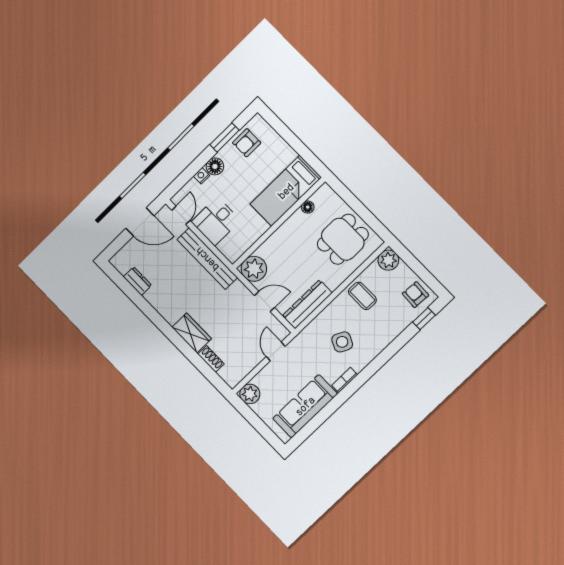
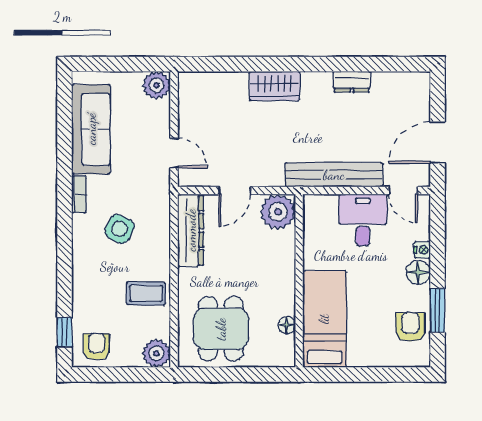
dresser: (138, 281) -> (352, 82), moved
armchair: (415, 295) -> (97, 347), turned -93
shoe rack: (211, 359) -> (229, 80), removed

